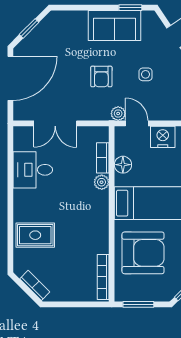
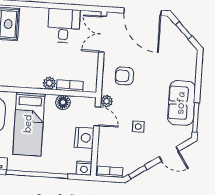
window: (130, 8) -> (196, 118), width x1.50
armchair: (101, 76) -> (124, 76), moved
double door: (55, 123) -> (103, 34), moved
door: (137, 123) -> (97, 116), hinge flipped

